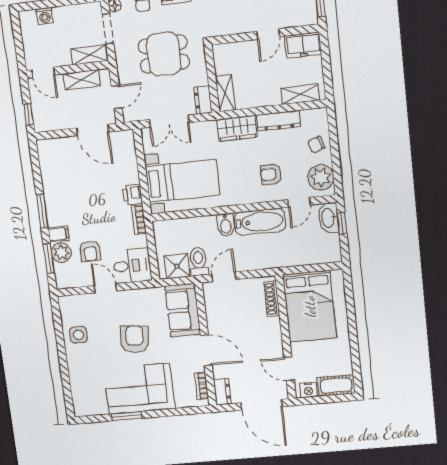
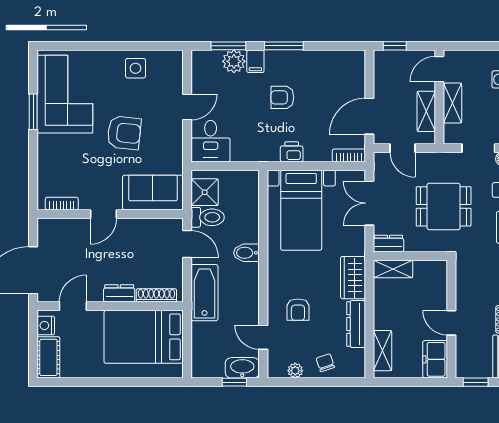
dining table: (164, 54) -> (444, 206), turned 90
shelving: (90, 55) -> (452, 103), moved
armchair: (271, 174) -> (298, 310), turned 180
plant: (321, 177) -> (295, 371), width x0.53, depth x0.53
bookcase: (139, 220) -> (349, 155), moved
bathtub: (260, 222) -> (204, 293), moved, turned 180
armchair: (90, 251) -> (282, 97), moved
door: (206, 350) -> (103, 214), width x0.73
corner sofa: (139, 389) -> (65, 94), moved
dresser: (222, 392) -> (119, 293), moved, turned 180

